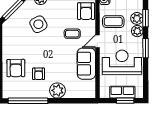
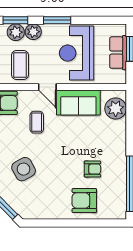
armchair: (16, 68) -> (84, 201), turned 180
plant: (57, 90) -> (116, 108), moved

